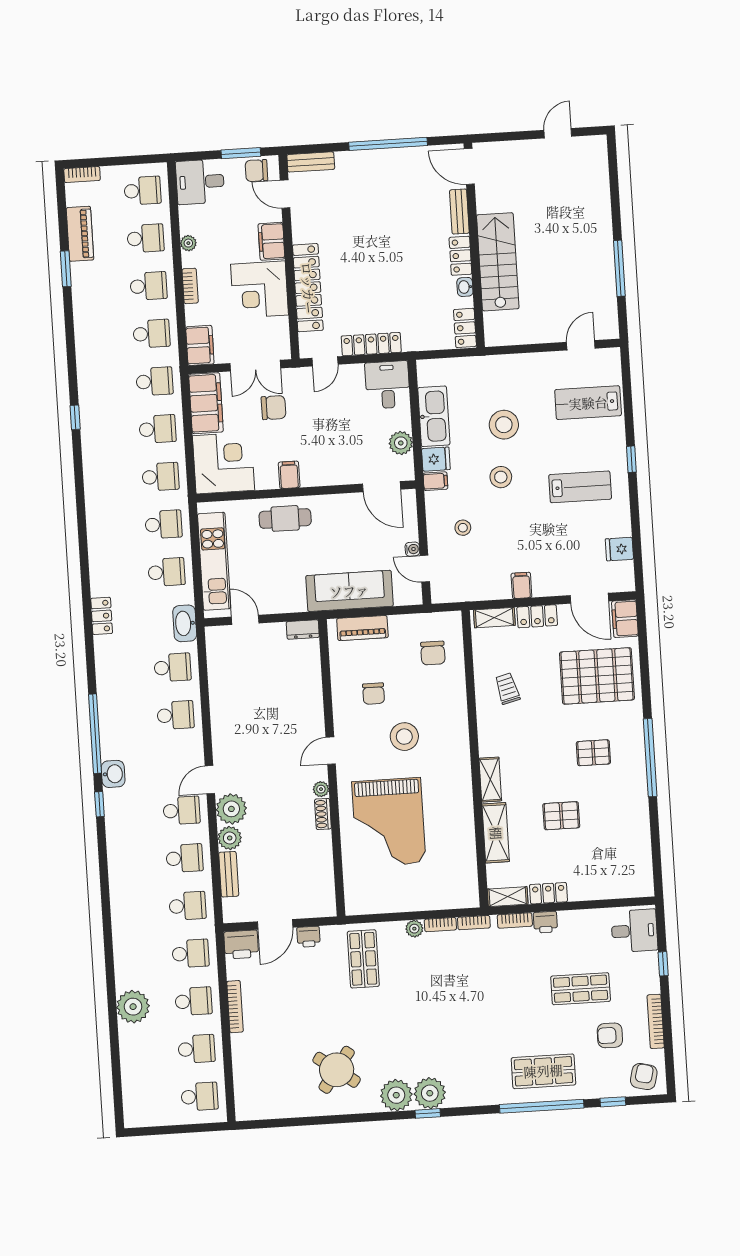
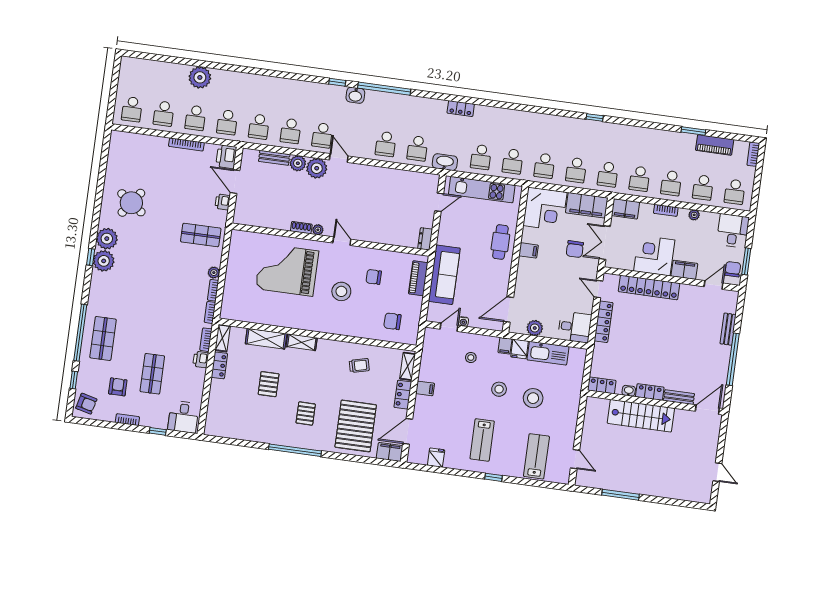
bench: (311, 162) -> (728, 329), moved
bookcase: (656, 1021) -> (127, 420), width x0.64

